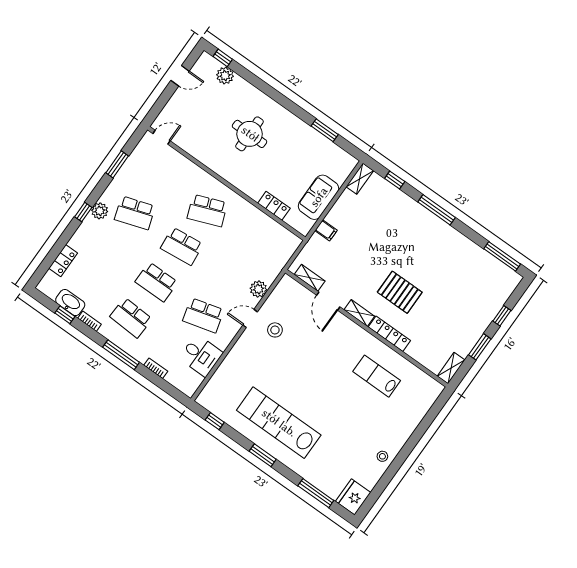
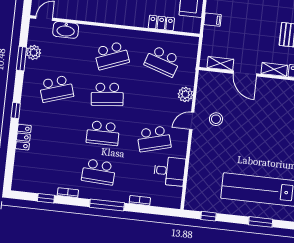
plant: (100, 211) -> (34, 52), moved
school desk: (254, 244) -> (163, 61), added
locker: (63, 261) -> (23, 137), moved
washbasin: (70, 302) -> (66, 30), moved, turned 180

